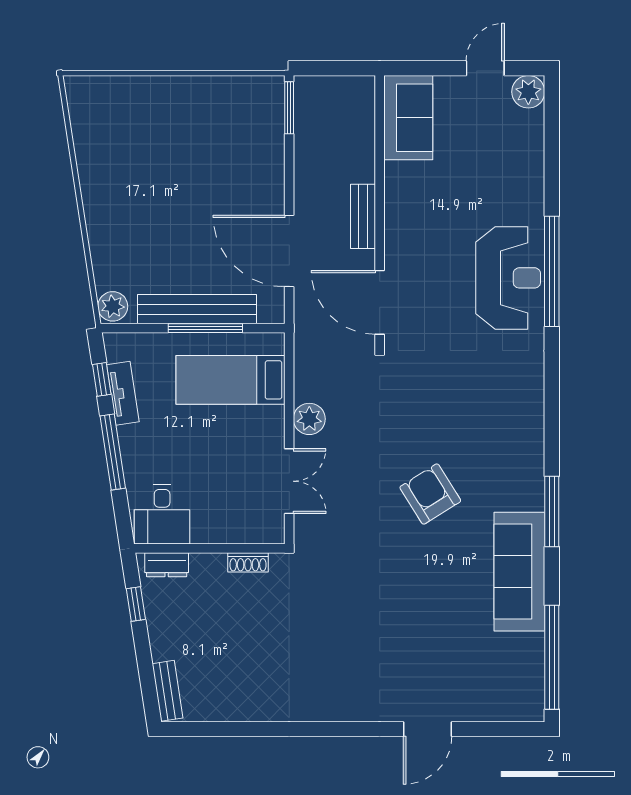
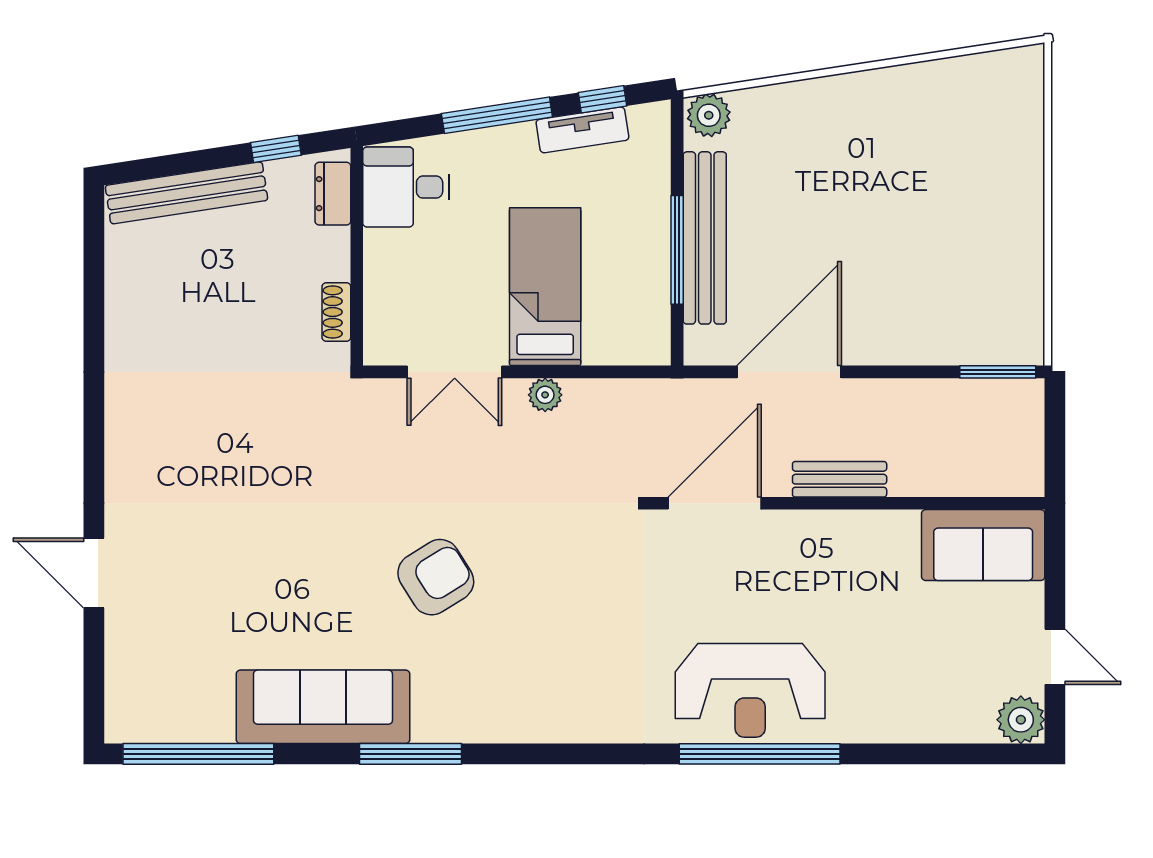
bed: (231, 380) -> (545, 287), moved
plant: (309, 419) -> (545, 395), width x0.73, depth x0.73
bench: (168, 691) -> (186, 193), width x1.86, depth x1.21

